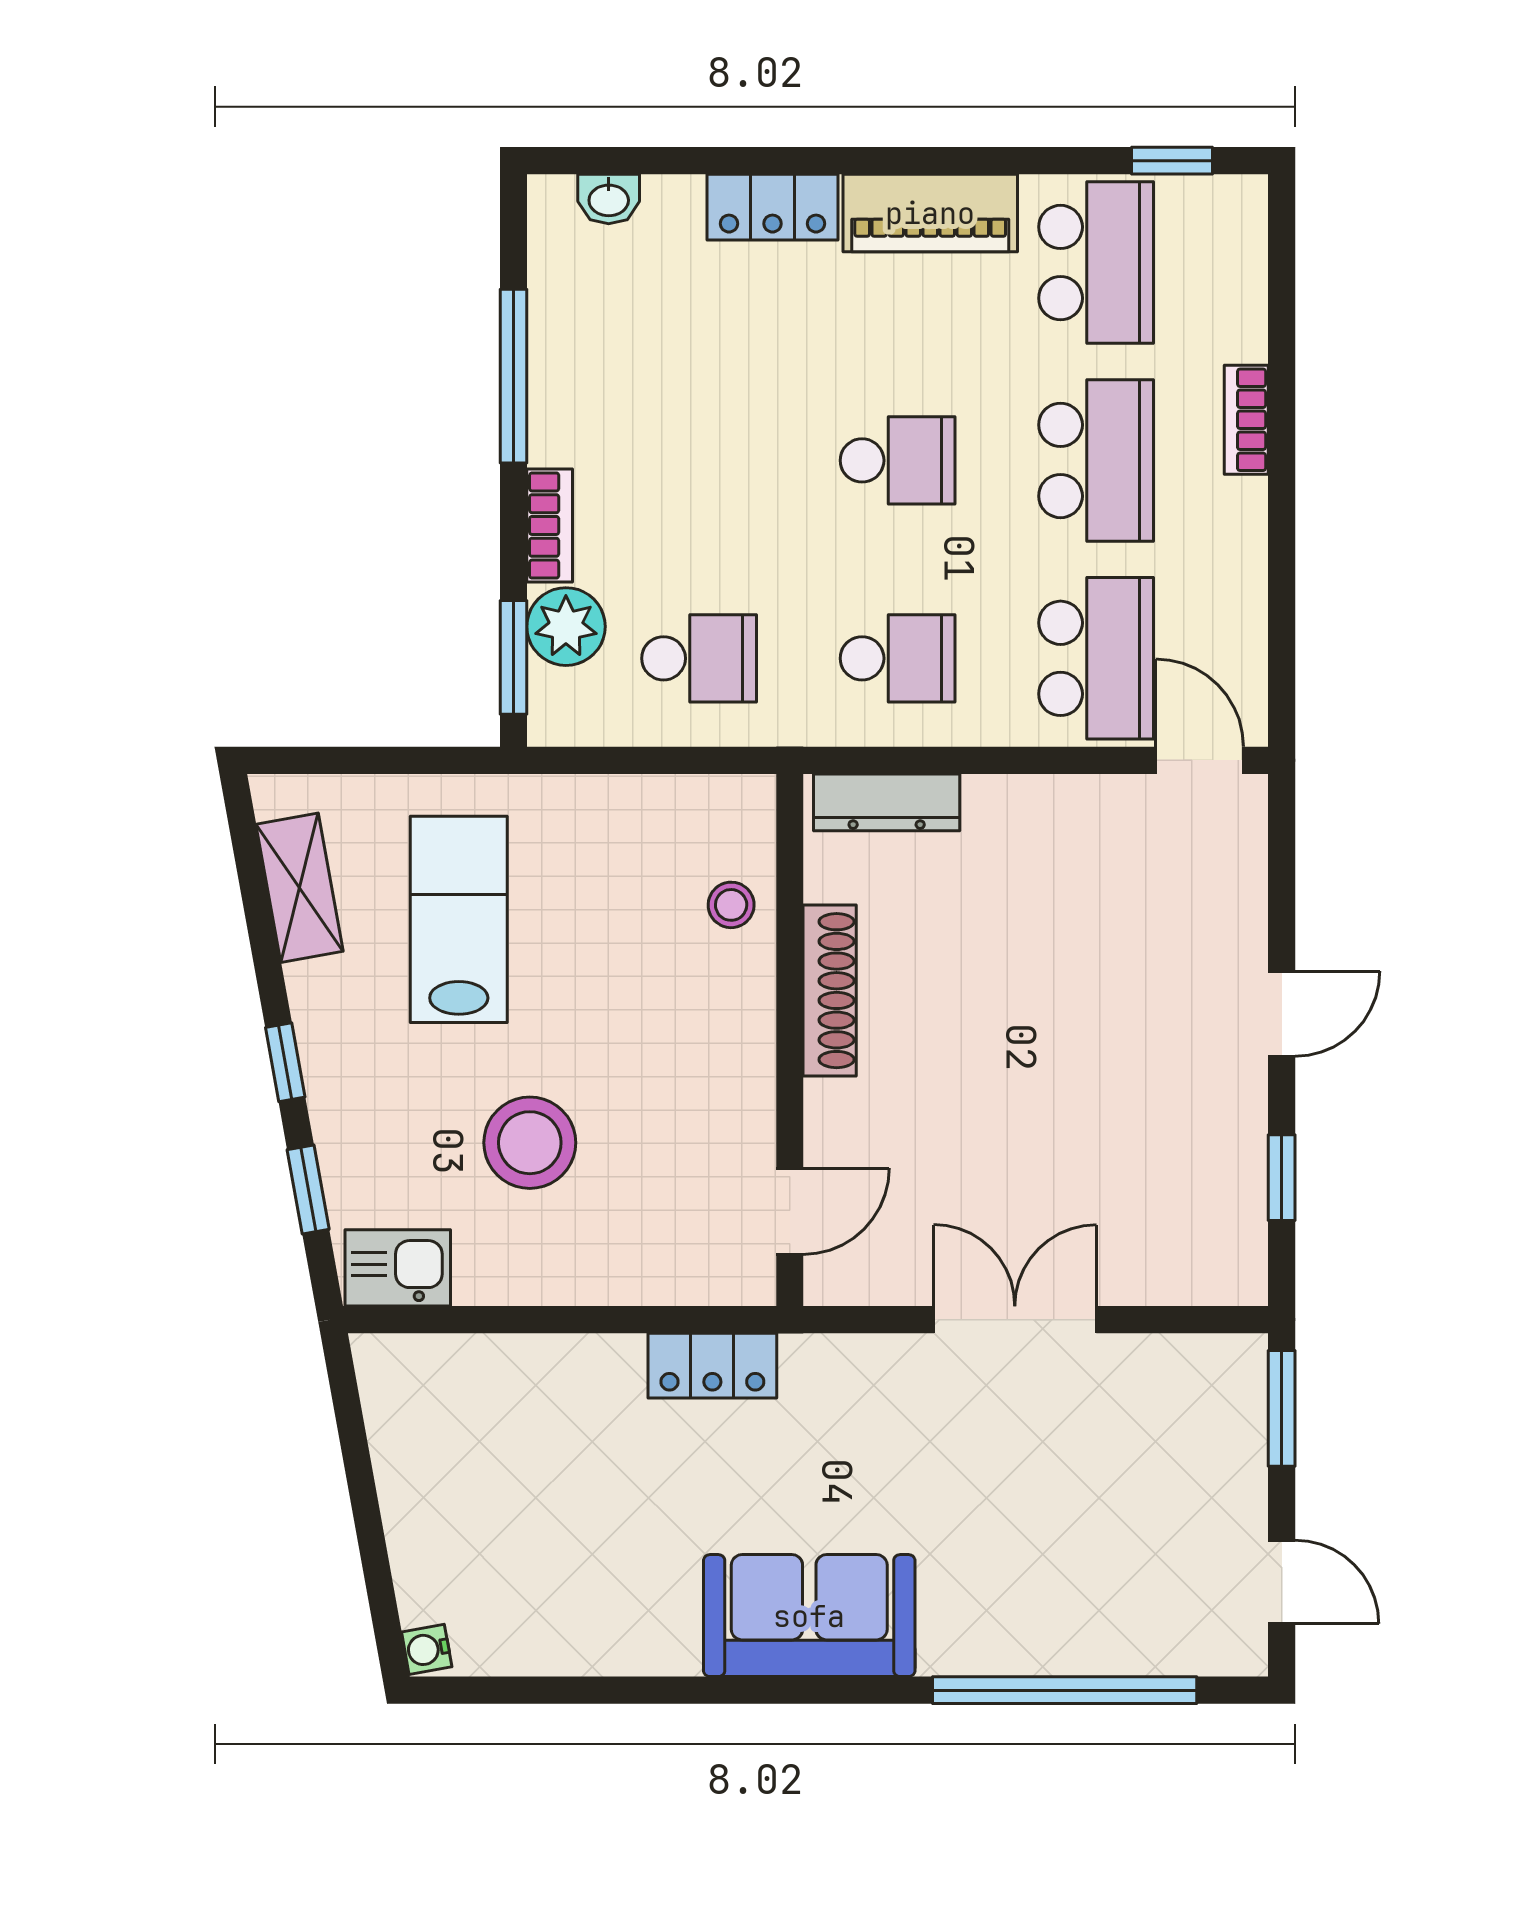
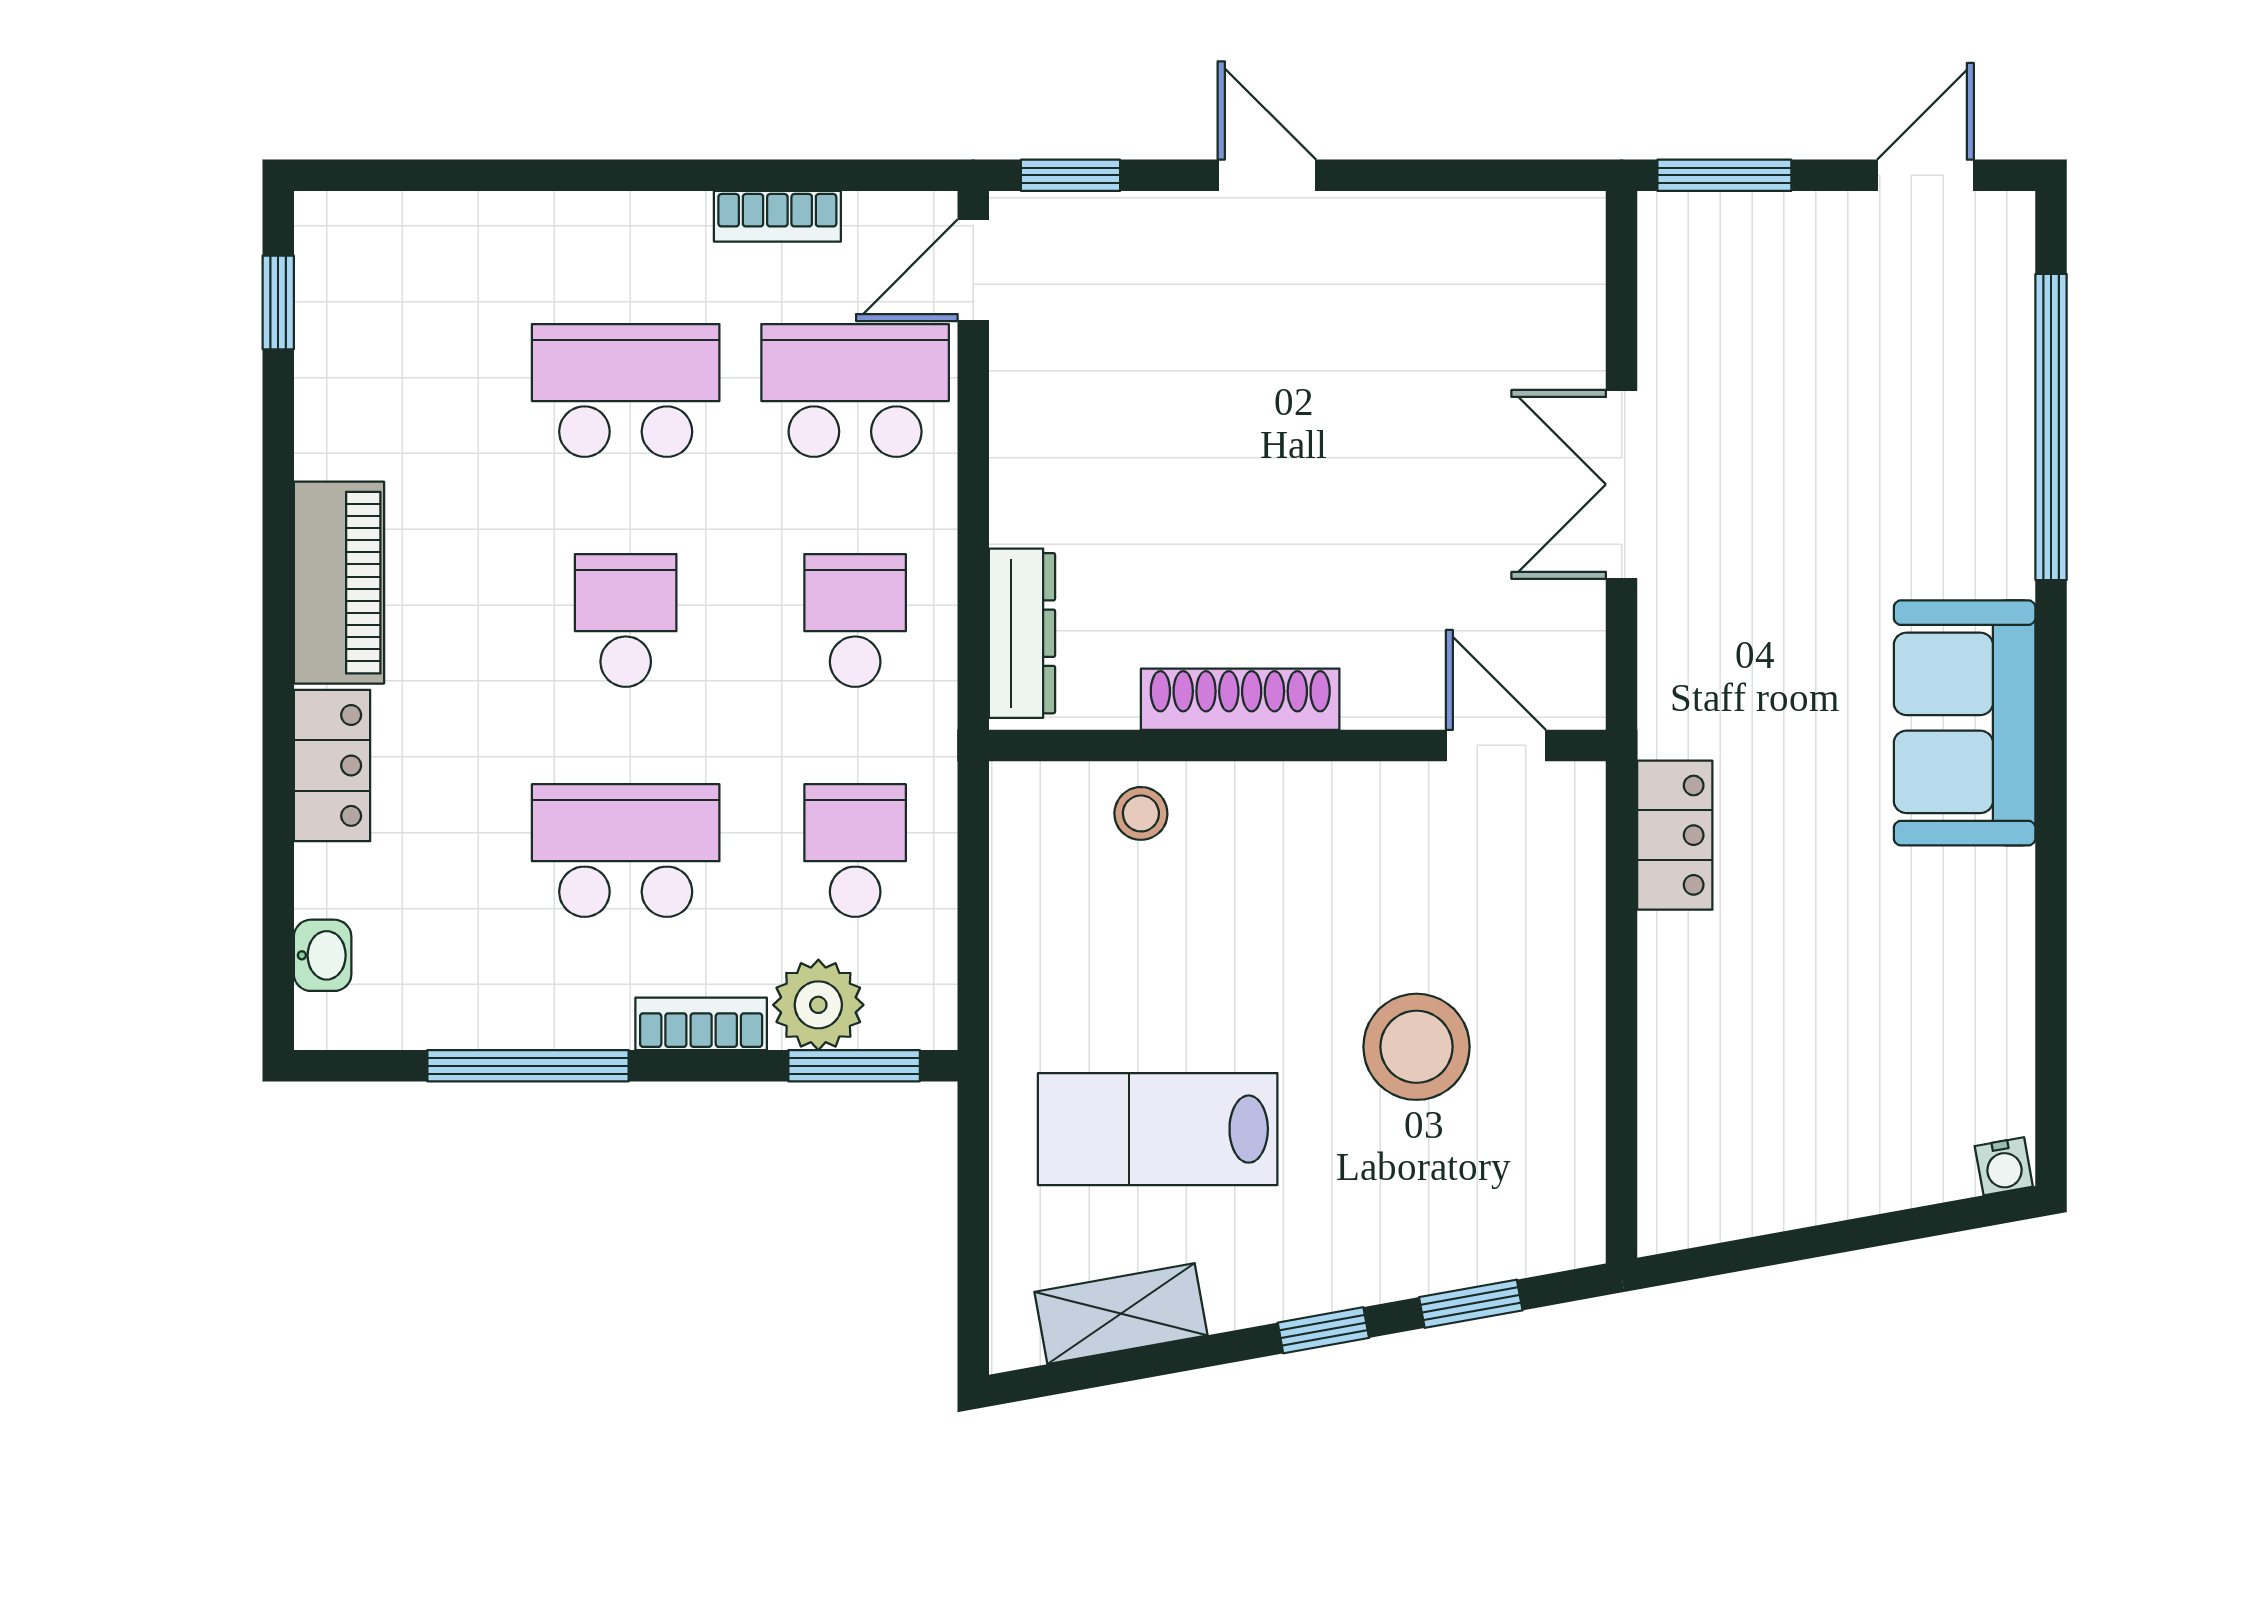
school desk: (1096, 263) -> (626, 851), moved
bookcase: (1246, 420) -> (777, 216), moved
window: (1282, 1178) -> (1071, 175), moved
kitchen sink: (398, 1268) -> (1562, 1200), removed

